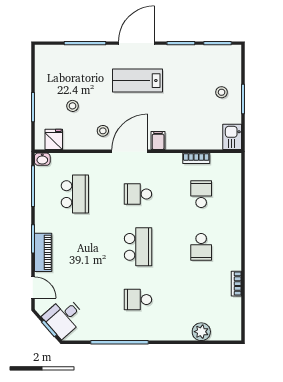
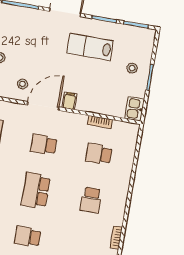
lab bench: (138, 81) -> (90, 47), moved
school desk: (201, 194) -> (99, 154), turned -90
school desk: (138, 247) -> (36, 191), turned 180

